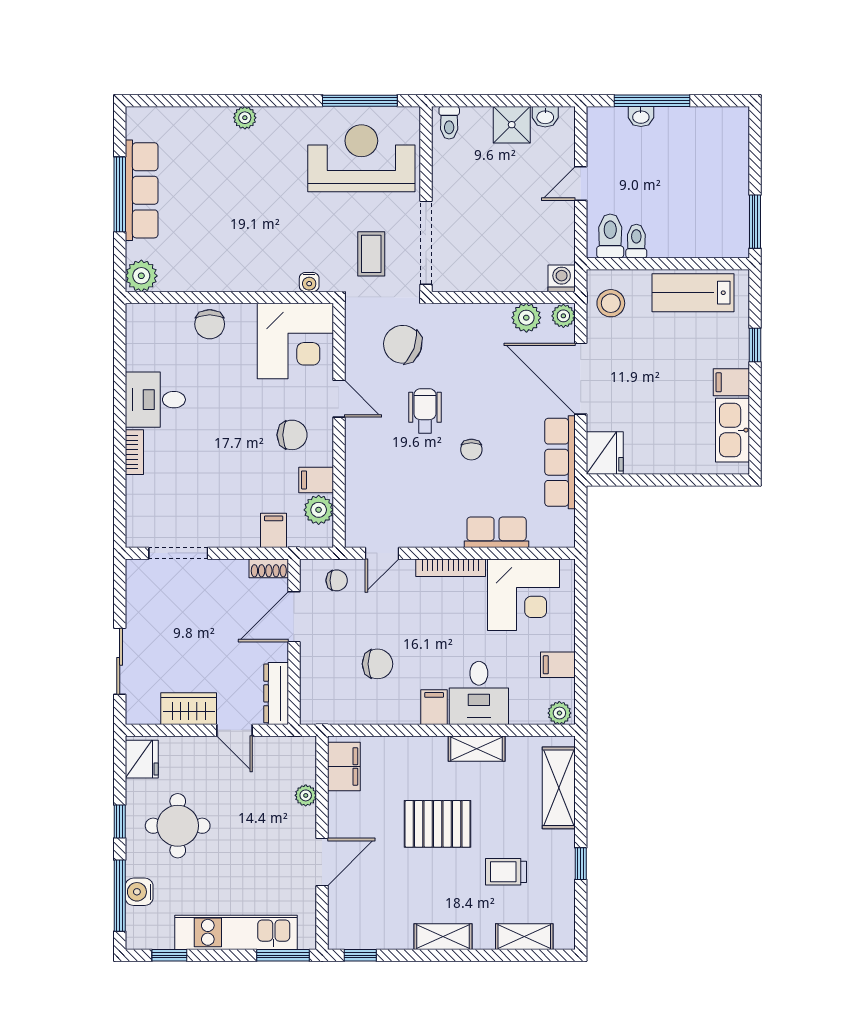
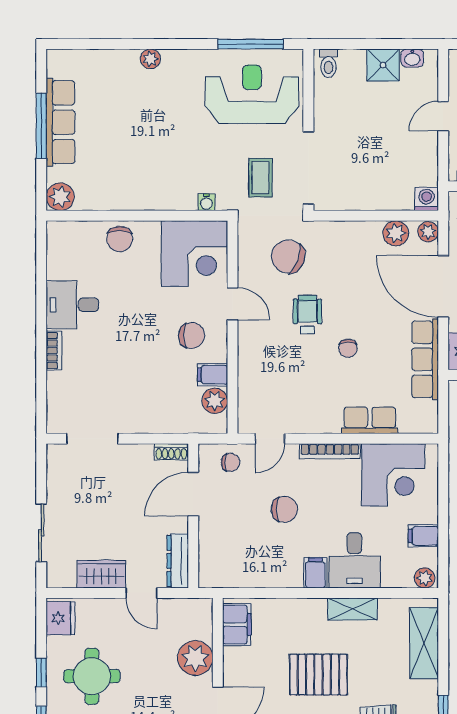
filing cabinet: (274, 530) -> (175, 419), removed
chair: (377, 664) -> (284, 509), moved
plant: (306, 795) -> (195, 658), width x1.88, depth x1.88

